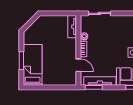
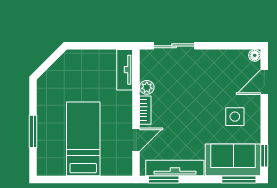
bed: (33, 65) -> (83, 139), moved
door: (78, 65) -> (136, 140), hinge flipped

